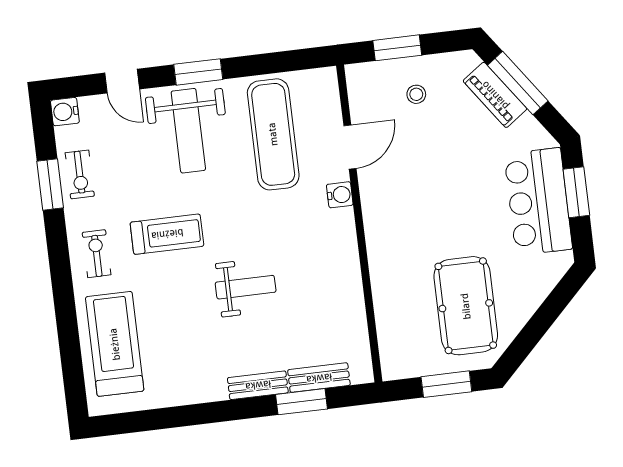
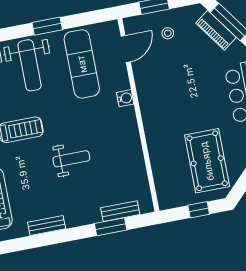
window: (198, 72) -> (47, 26), moved
door: (350, 147) -> (126, 49), moved
window: (446, 384) -> (199, 210), width x0.67
bench: (258, 385) -> (47, 225), moved

